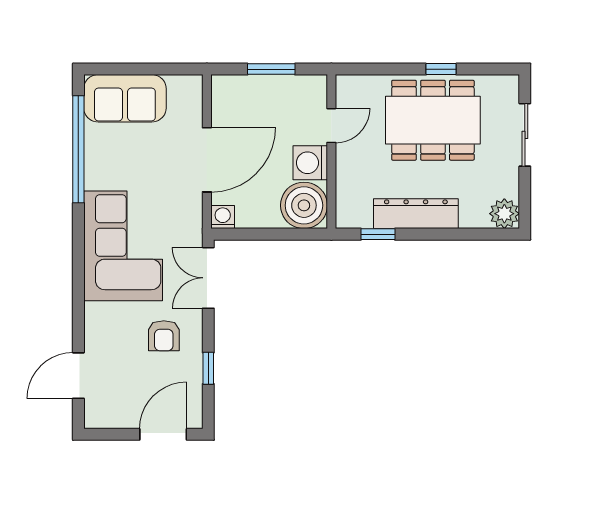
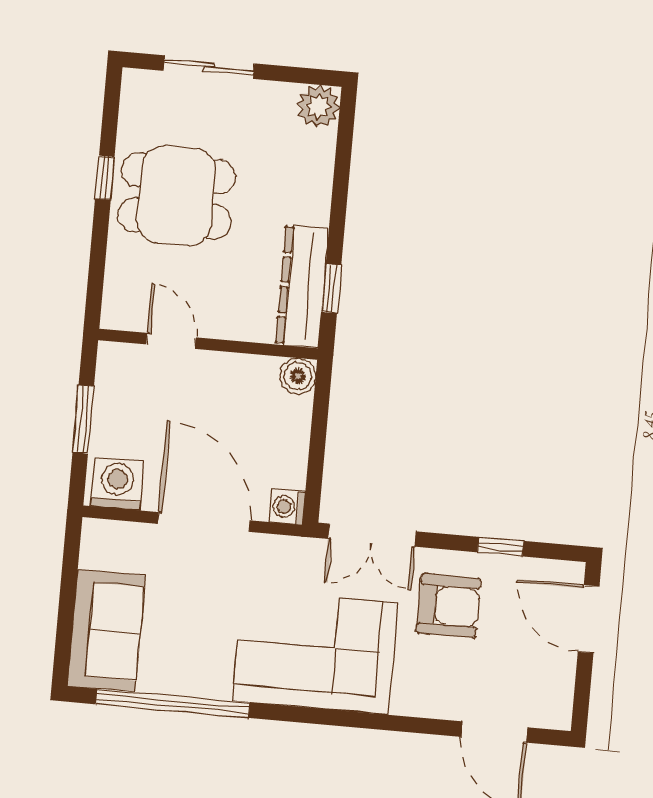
dining table: (433, 120) -> (176, 196), width x0.73
washing machine: (310, 163) -> (117, 484), moved, turned 180
boiler: (304, 205) -> (298, 376), width x0.54, depth x0.54
dresser: (416, 214) -> (302, 286), moved
armchair: (164, 336) -> (449, 606), width x1.38, depth x1.38

